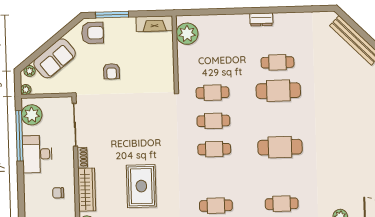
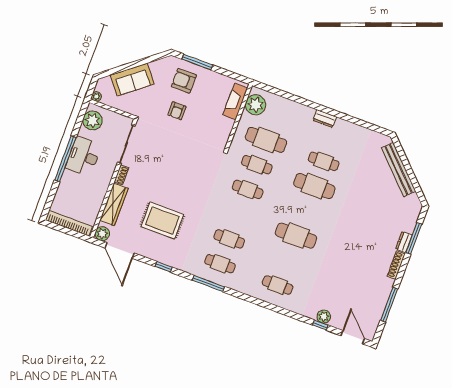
fireplace: (154, 24) -> (235, 101), moved, turned 90
armchair: (93, 33) -> (184, 81), moved, turned 180
cafe table: (212, 64) -> (266, 140), added
plant: (30, 71) -> (106, 82), removed
window: (19, 136) -> (65, 159), moved
cafe table: (214, 149) -> (229, 239), moved
rug: (141, 186) -> (162, 221), turned 90
chair: (58, 193) -> (88, 197), removed

